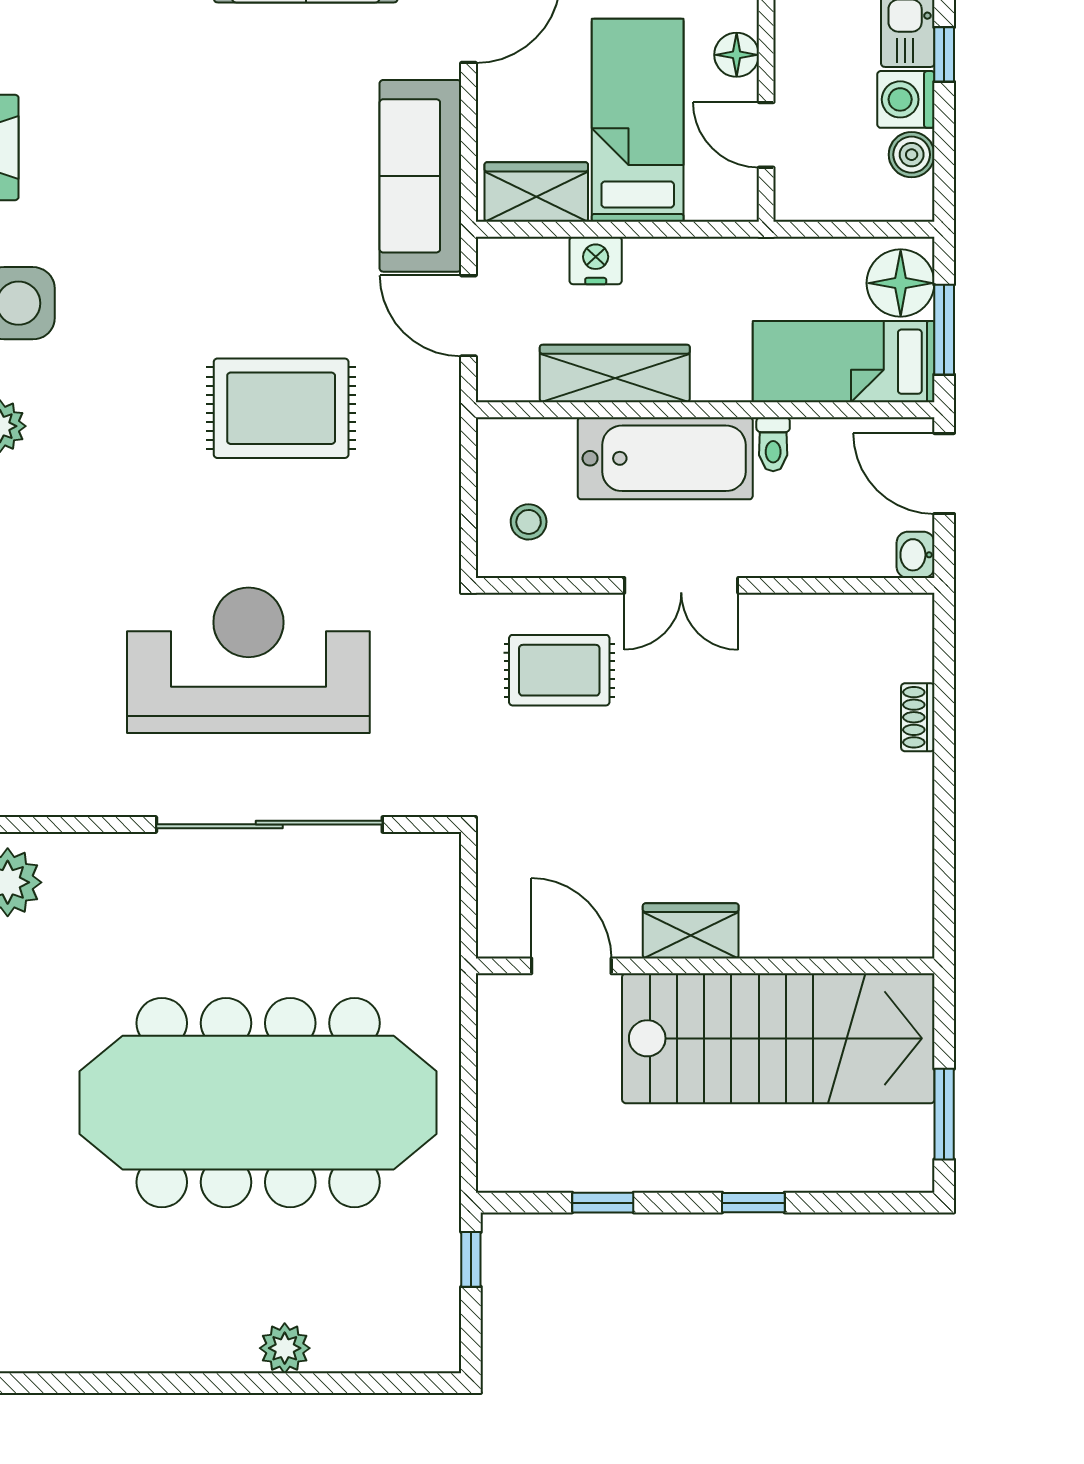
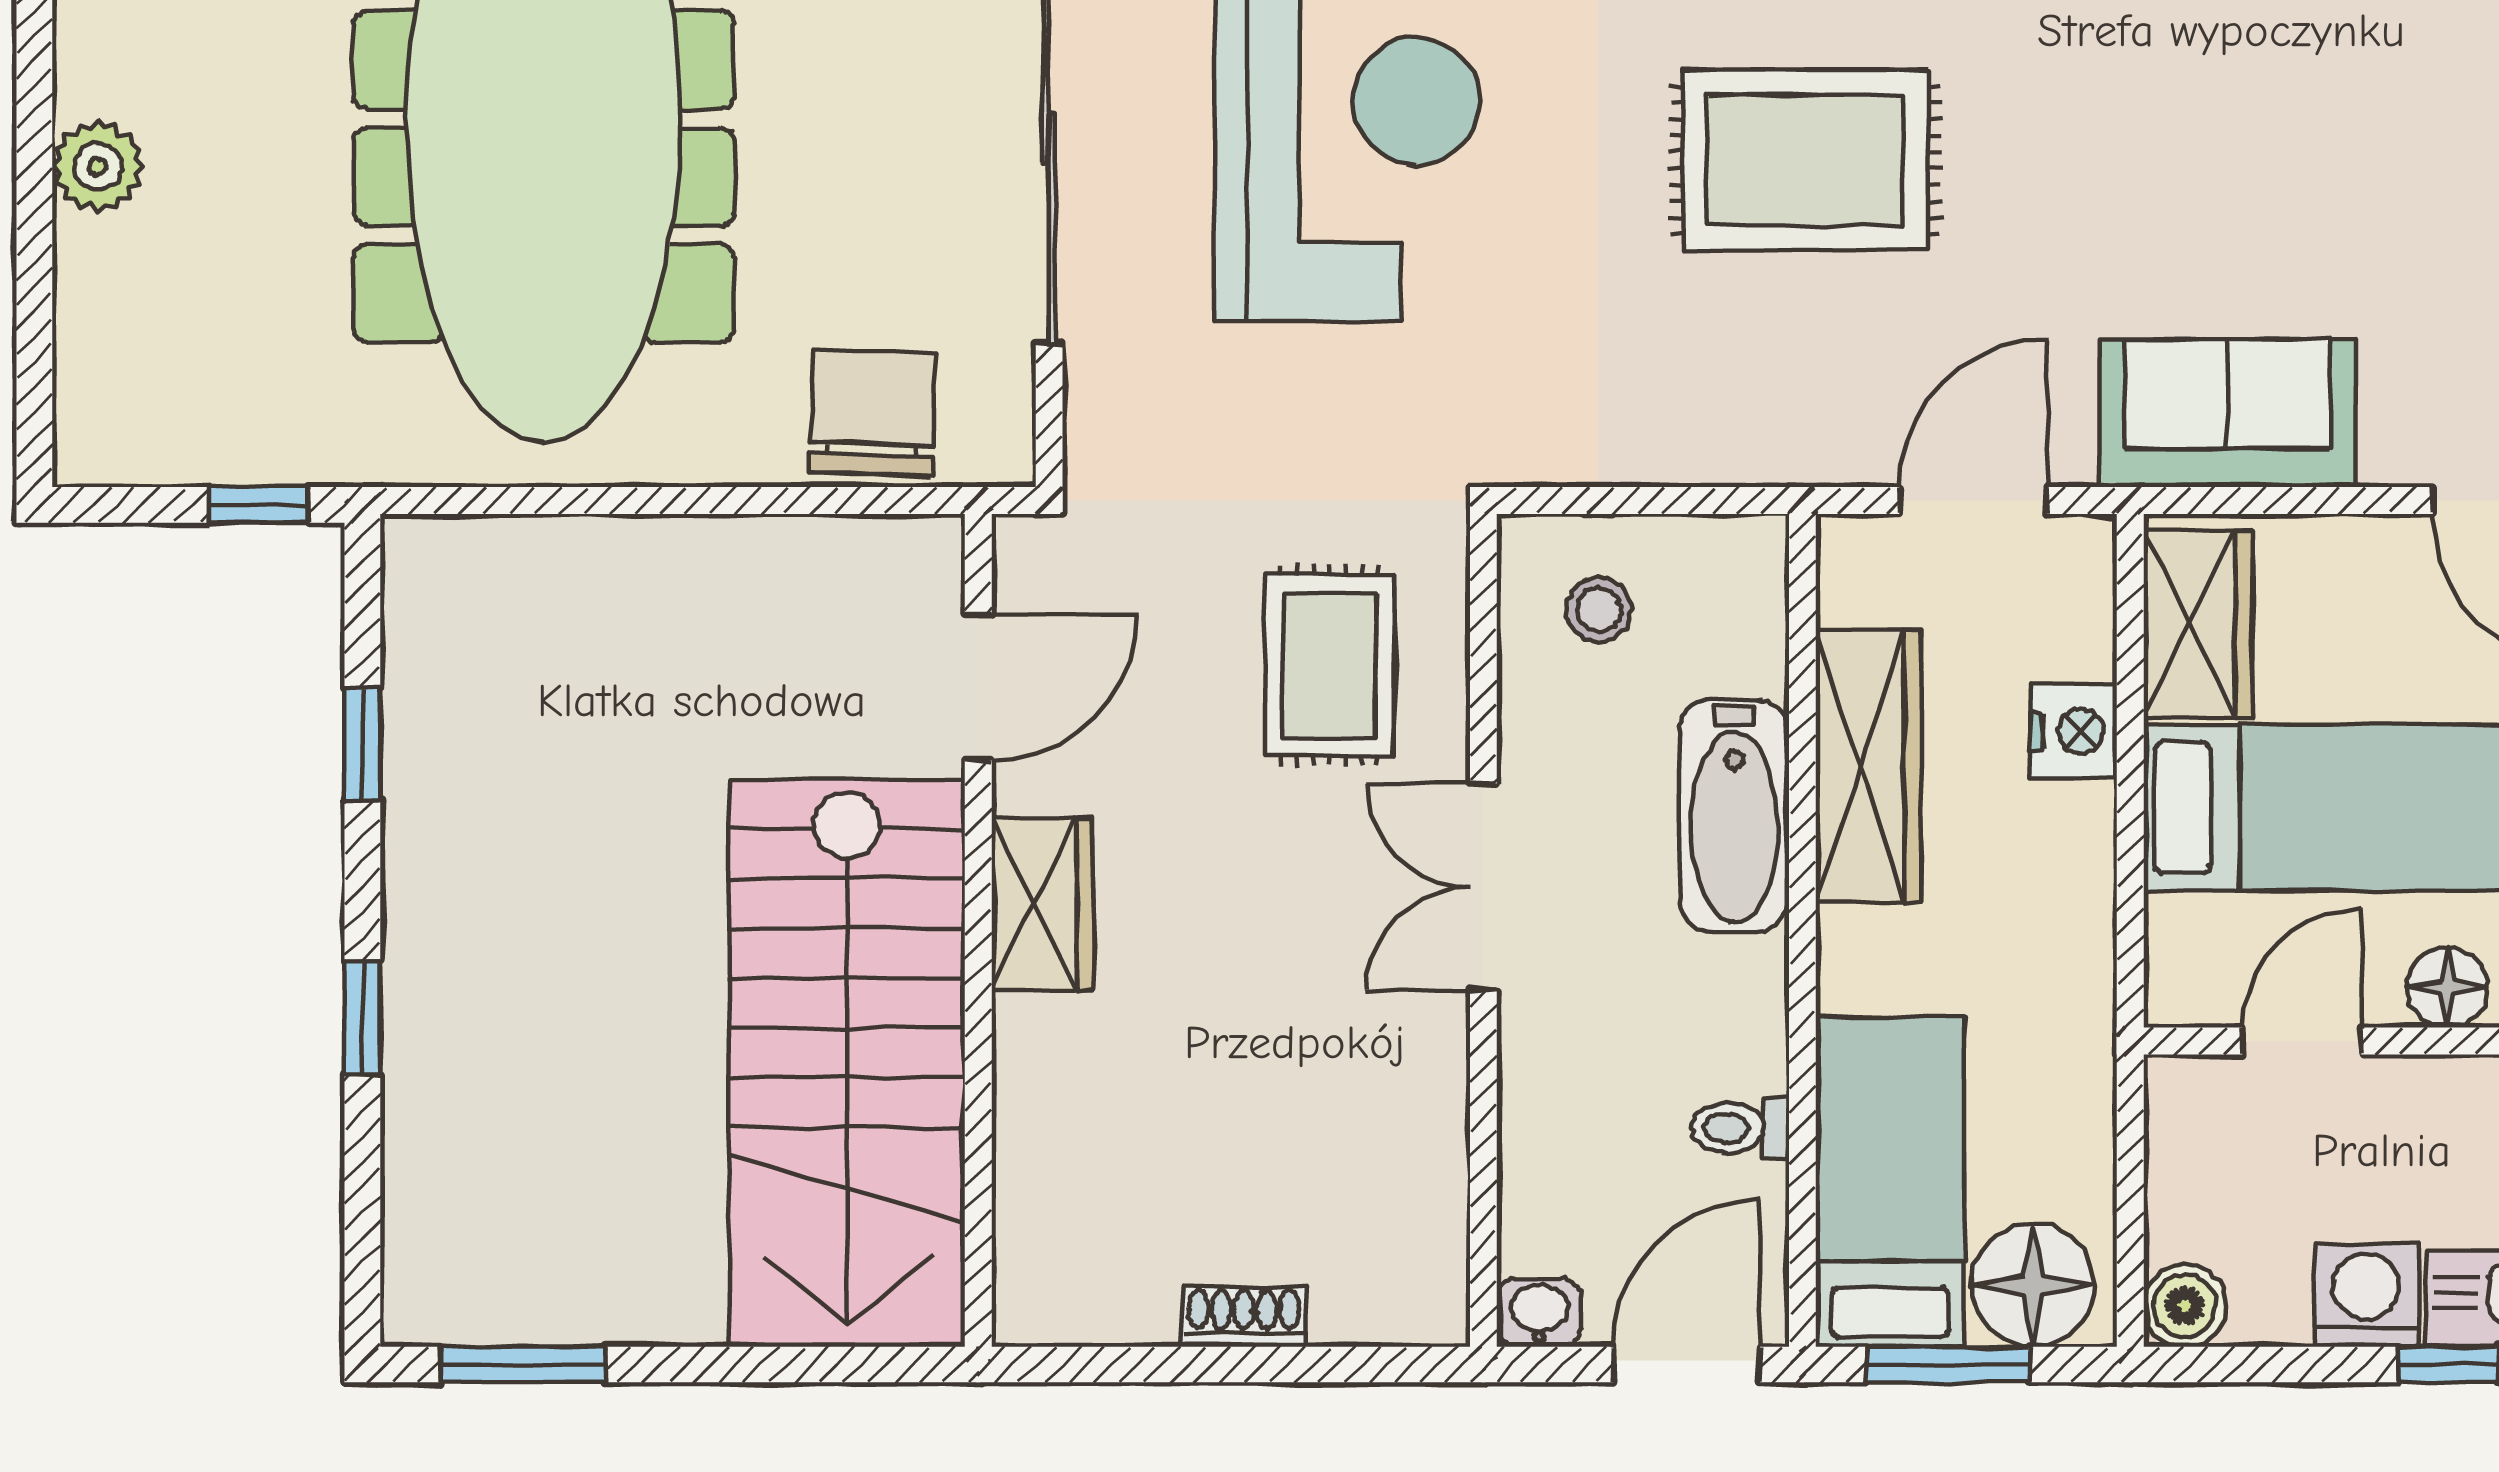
boiler: (912, 155) -> (2185, 1305), moved
sofa: (420, 176) -> (2227, 413), width x0.73
rug: (281, 408) -> (1805, 160), turned 90
toilet: (773, 444) -> (1740, 1128), moved
bathtub: (665, 458) -> (1734, 815), width x0.73, depth x0.73
chair: (420, 922) -> (872, 413), added
wardrobe: (691, 931) -> (1042, 904), moved
door: (571, 966) -> (978, 687), moved
wall: (705, 966) -> (978, 930), moved
stairs: (778, 1038) -> (847, 1063), moved

